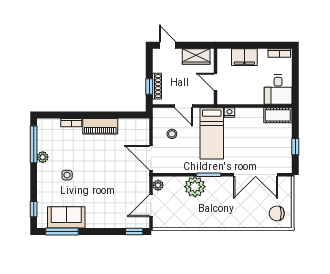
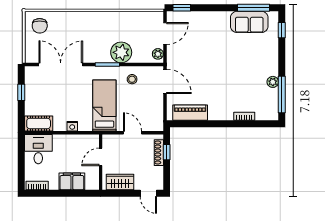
door: (216, 82) -> (101, 157), swing flipped
nightstand: (230, 113) -> (72, 126), moved
piano: (100, 126) -> (190, 113), moved
stool: (172, 134) -> (132, 79), moved
side table: (67, 175) -> (248, 64), removed
chair: (277, 213) -> (40, 26), turned 90

